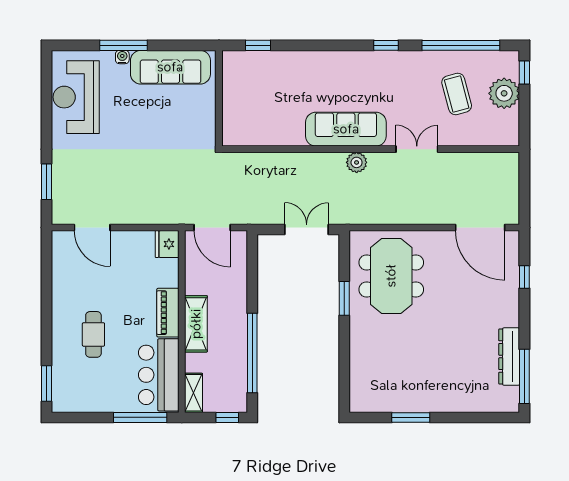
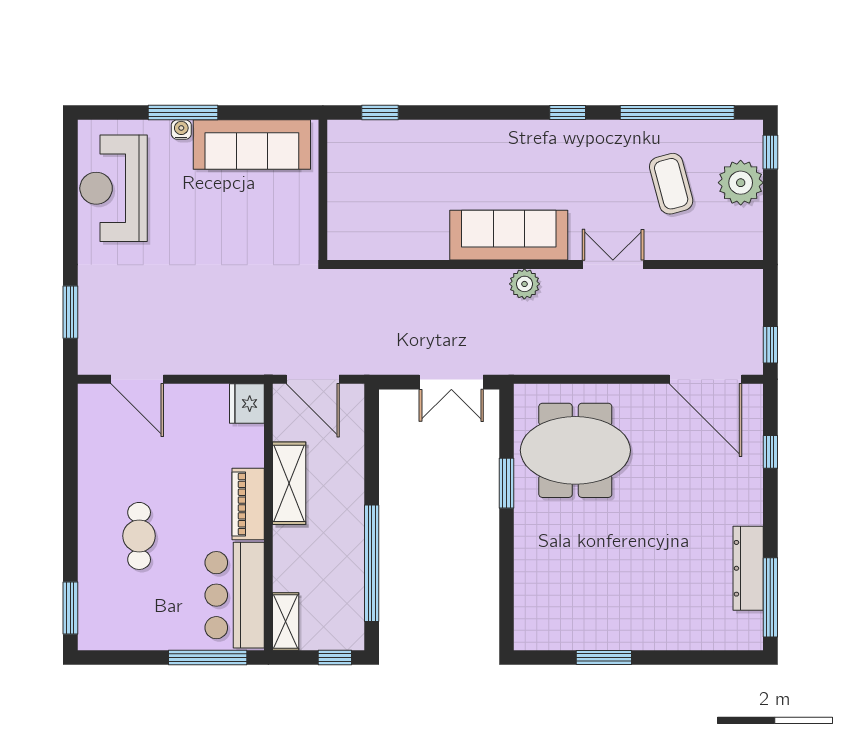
window: (524, 204) -> (770, 345), added
double door: (307, 229) -> (451, 382), swing flipped
meeting table: (391, 276) -> (575, 450), turned 90
shelving: (196, 324) -> (289, 483), moved

